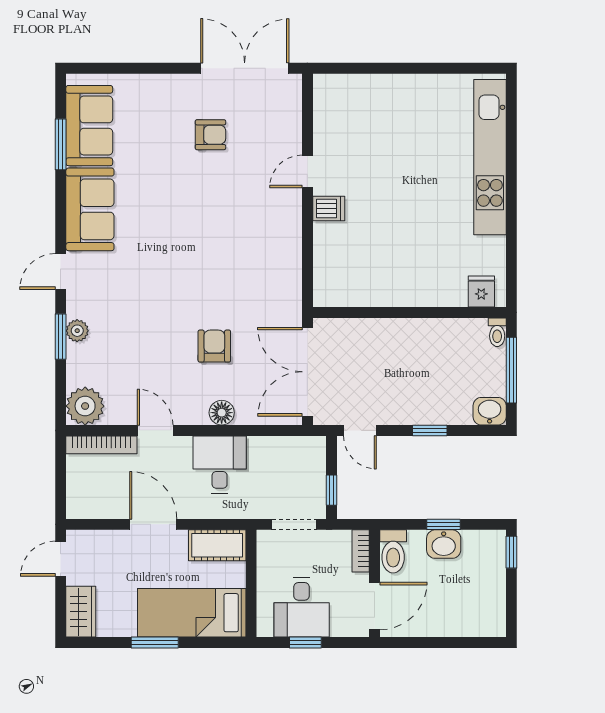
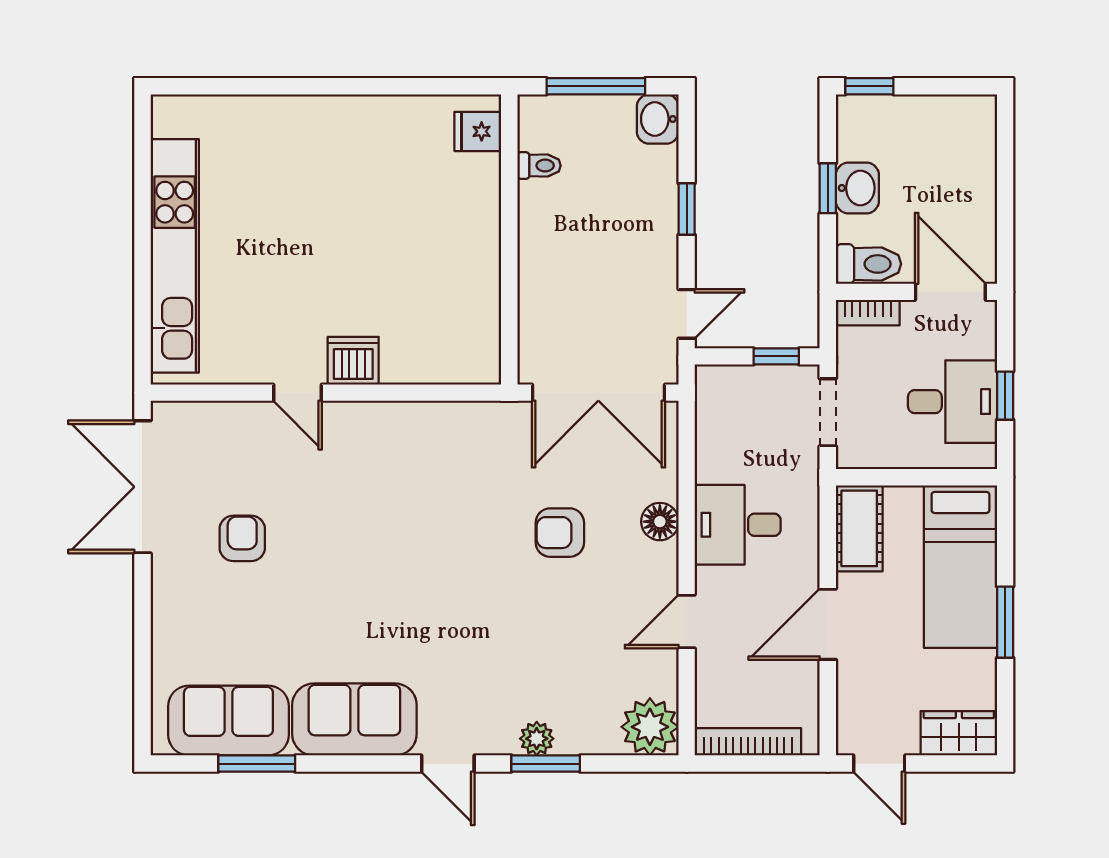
kitchen unit: (490, 157) -> (175, 256), moved, turned -90
dishwasher: (329, 209) -> (353, 361), width x1.38
toilet: (497, 332) -> (539, 166), moved
bookcase: (101, 445) -> (748, 742), moved, turned -90

